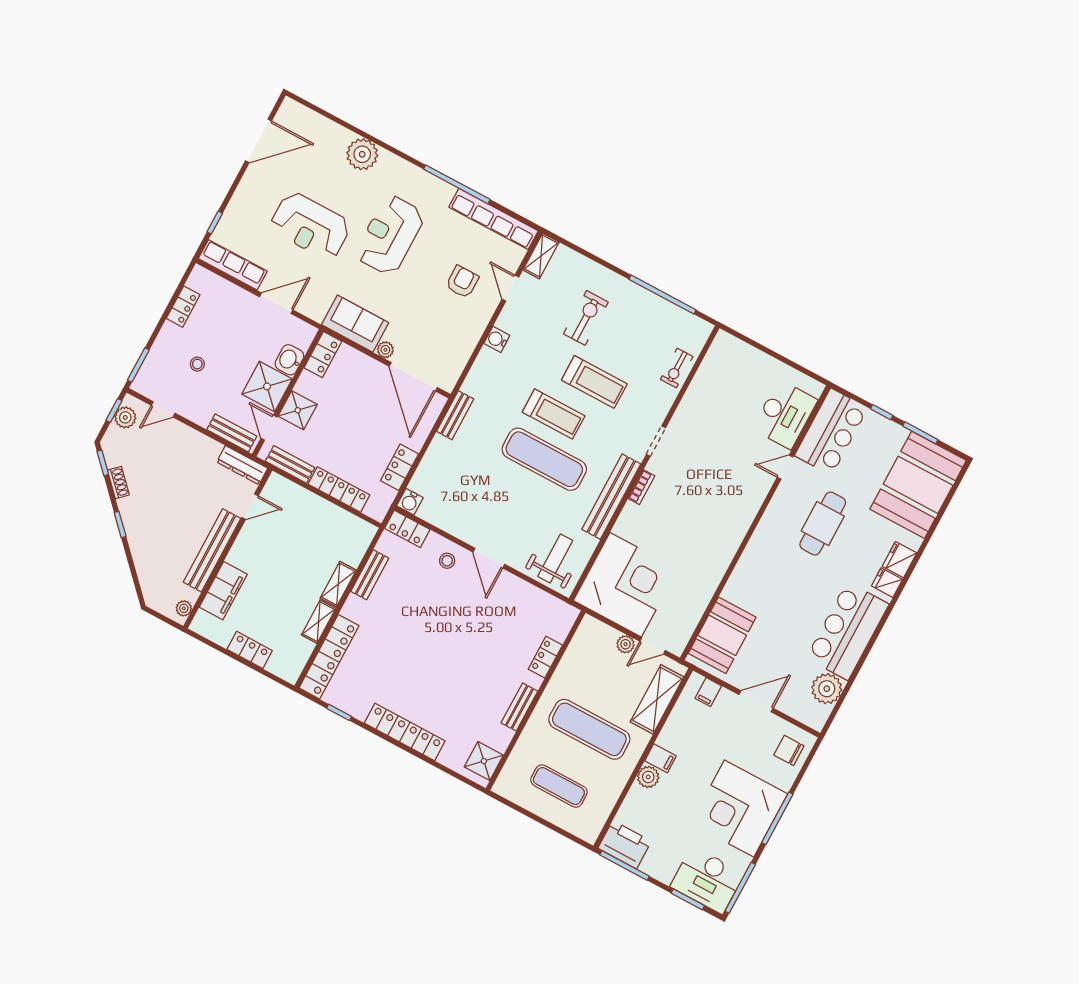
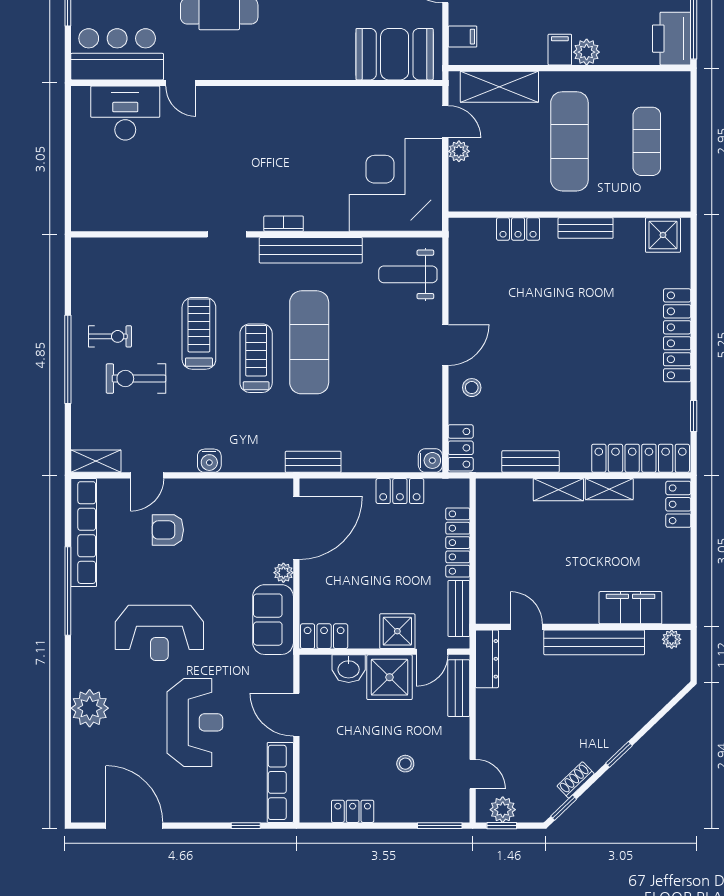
window: (662, 295) -> (68, 359), moved
exercise bike: (677, 368) -> (110, 336), moved
locker: (250, 650) -> (678, 504), moved

